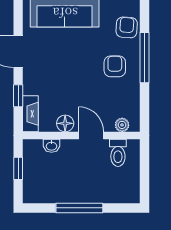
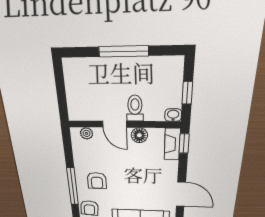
window: (18, 96) -> (184, 144), moved
washbasin: (52, 146) -> (173, 115), moved
toilet: (118, 153) -> (135, 108), moved

